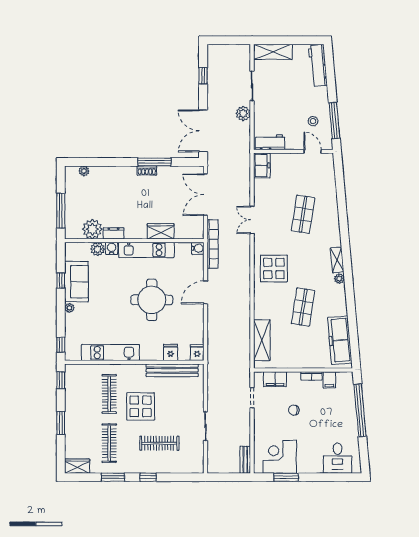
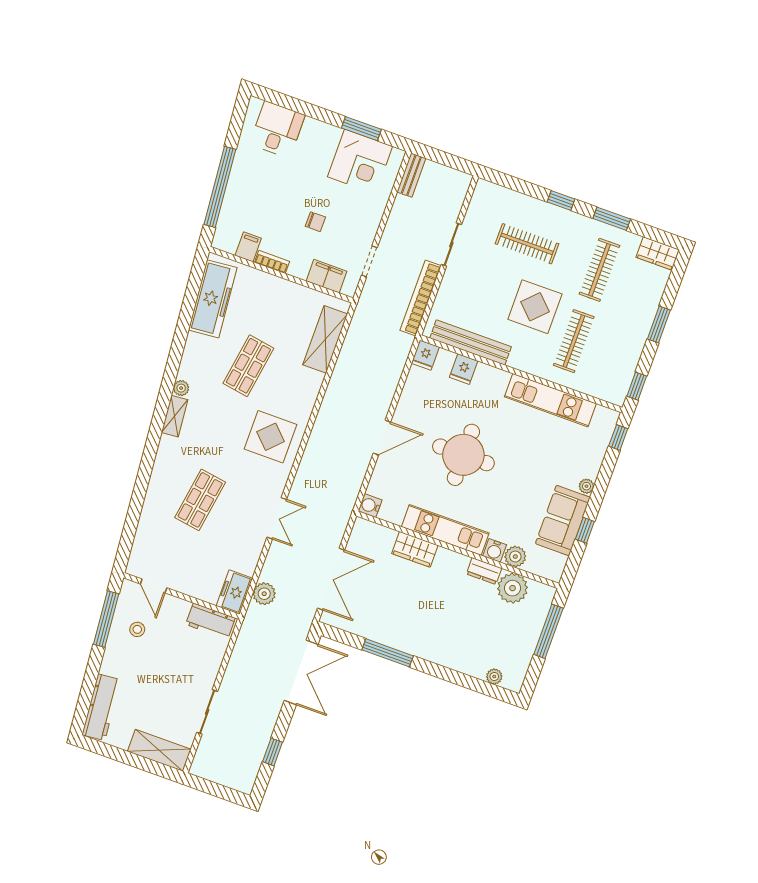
plant: (243, 114) -> (264, 594), moved
shoe rack: (147, 170) -> (403, 644), removed
bookcase: (213, 244) -> (421, 298), moved

